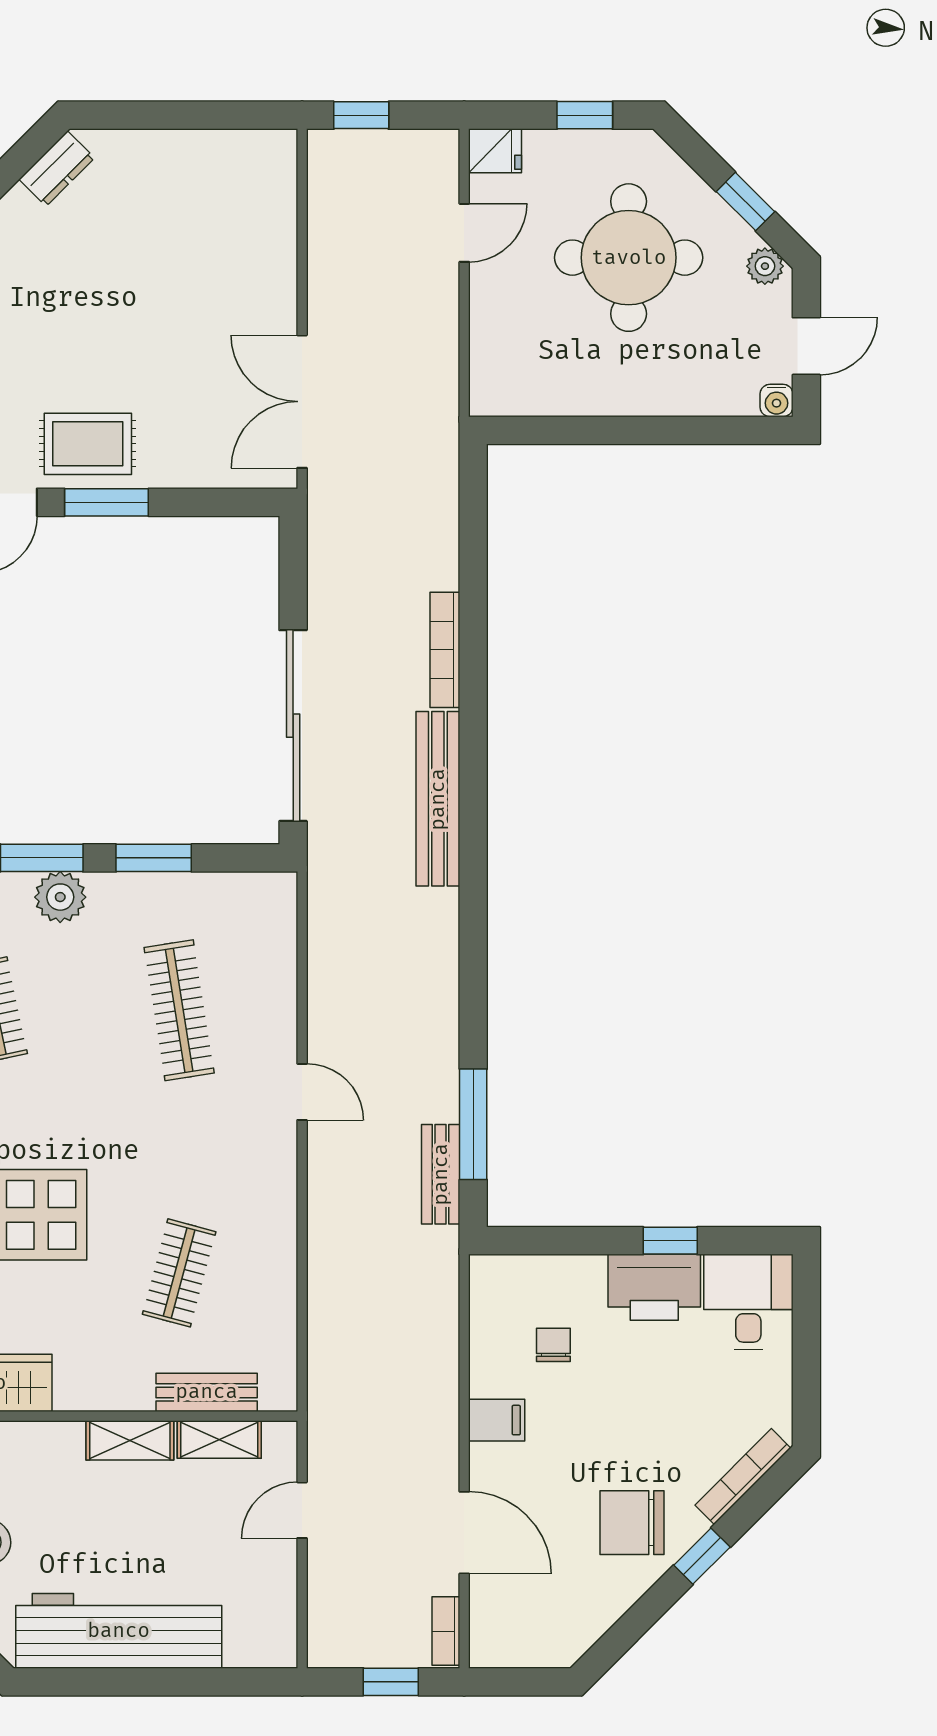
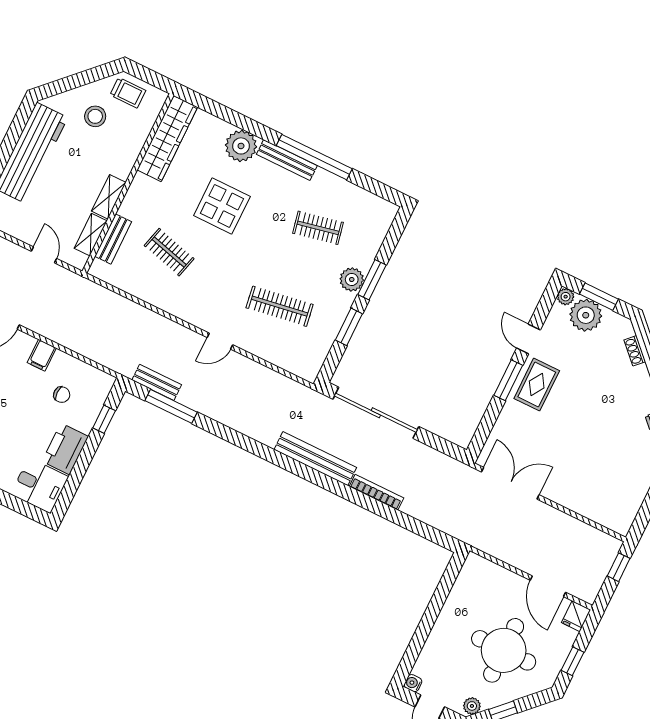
door: (464, 233) -> (548, 586), width x1.38
window: (670, 1241) -> (104, 419), moved

